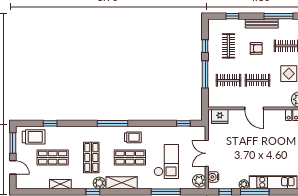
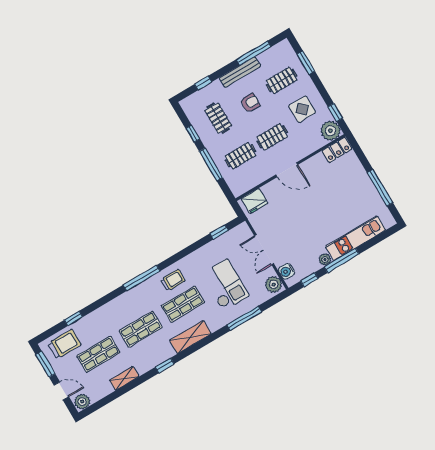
shop shelf: (91, 158) -> (141, 329), turned 90
plant: (99, 183) -> (82, 402), moved

